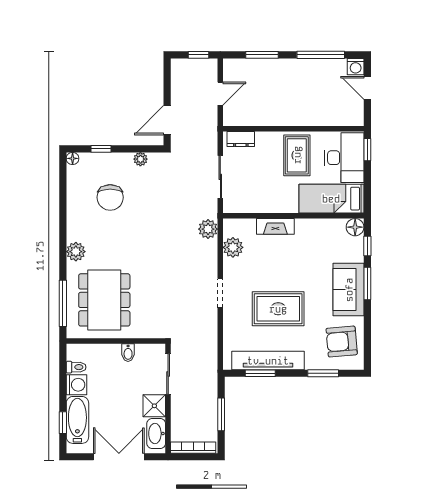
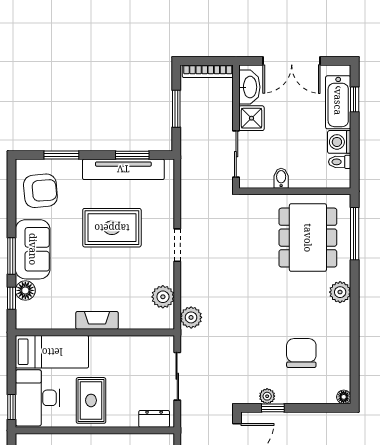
window: (101, 149) -> (273, 408), moved
fireplace: (275, 226) -> (97, 320), moved
floor lamp: (355, 227) -> (25, 290), moved

